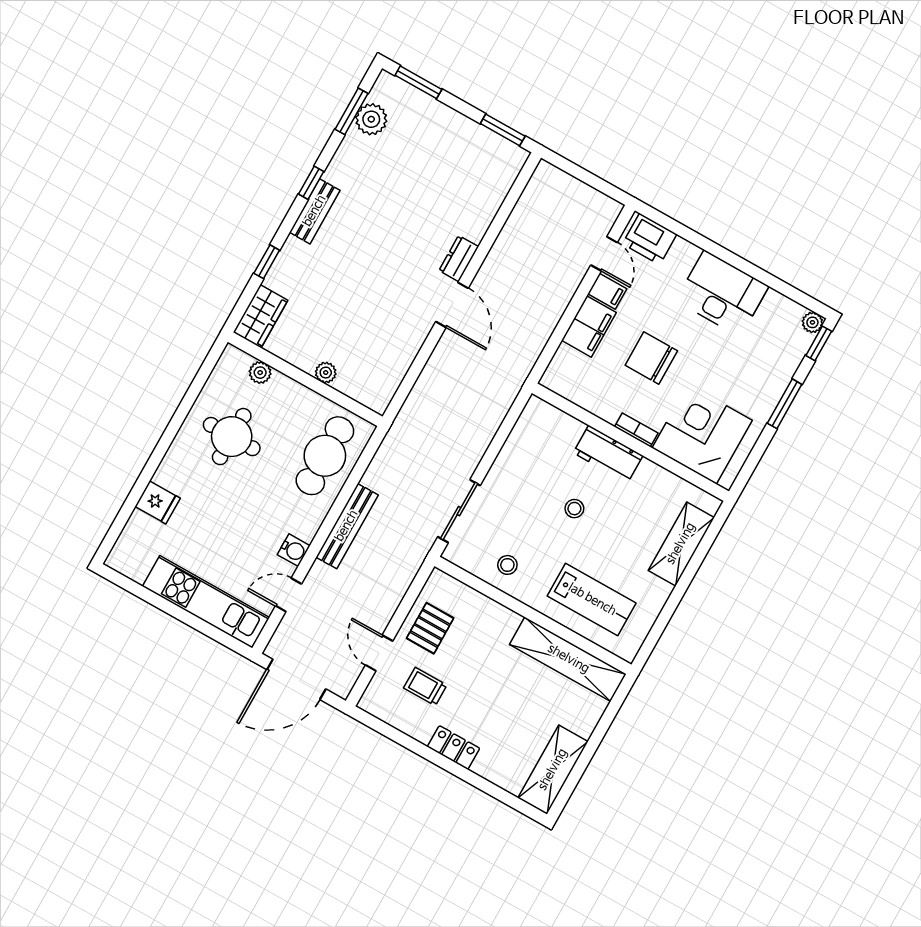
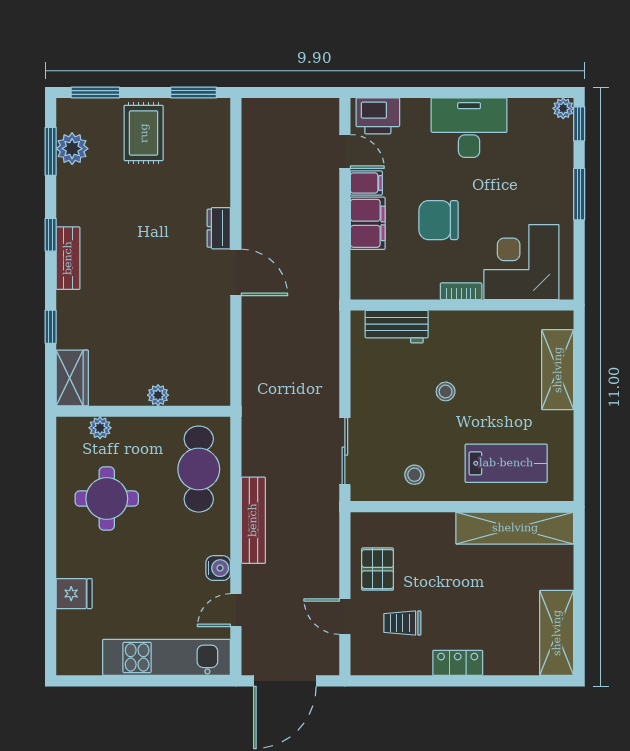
rug: (440, 140) -> (144, 133), added
workbench: (608, 454) -> (397, 327), moved

